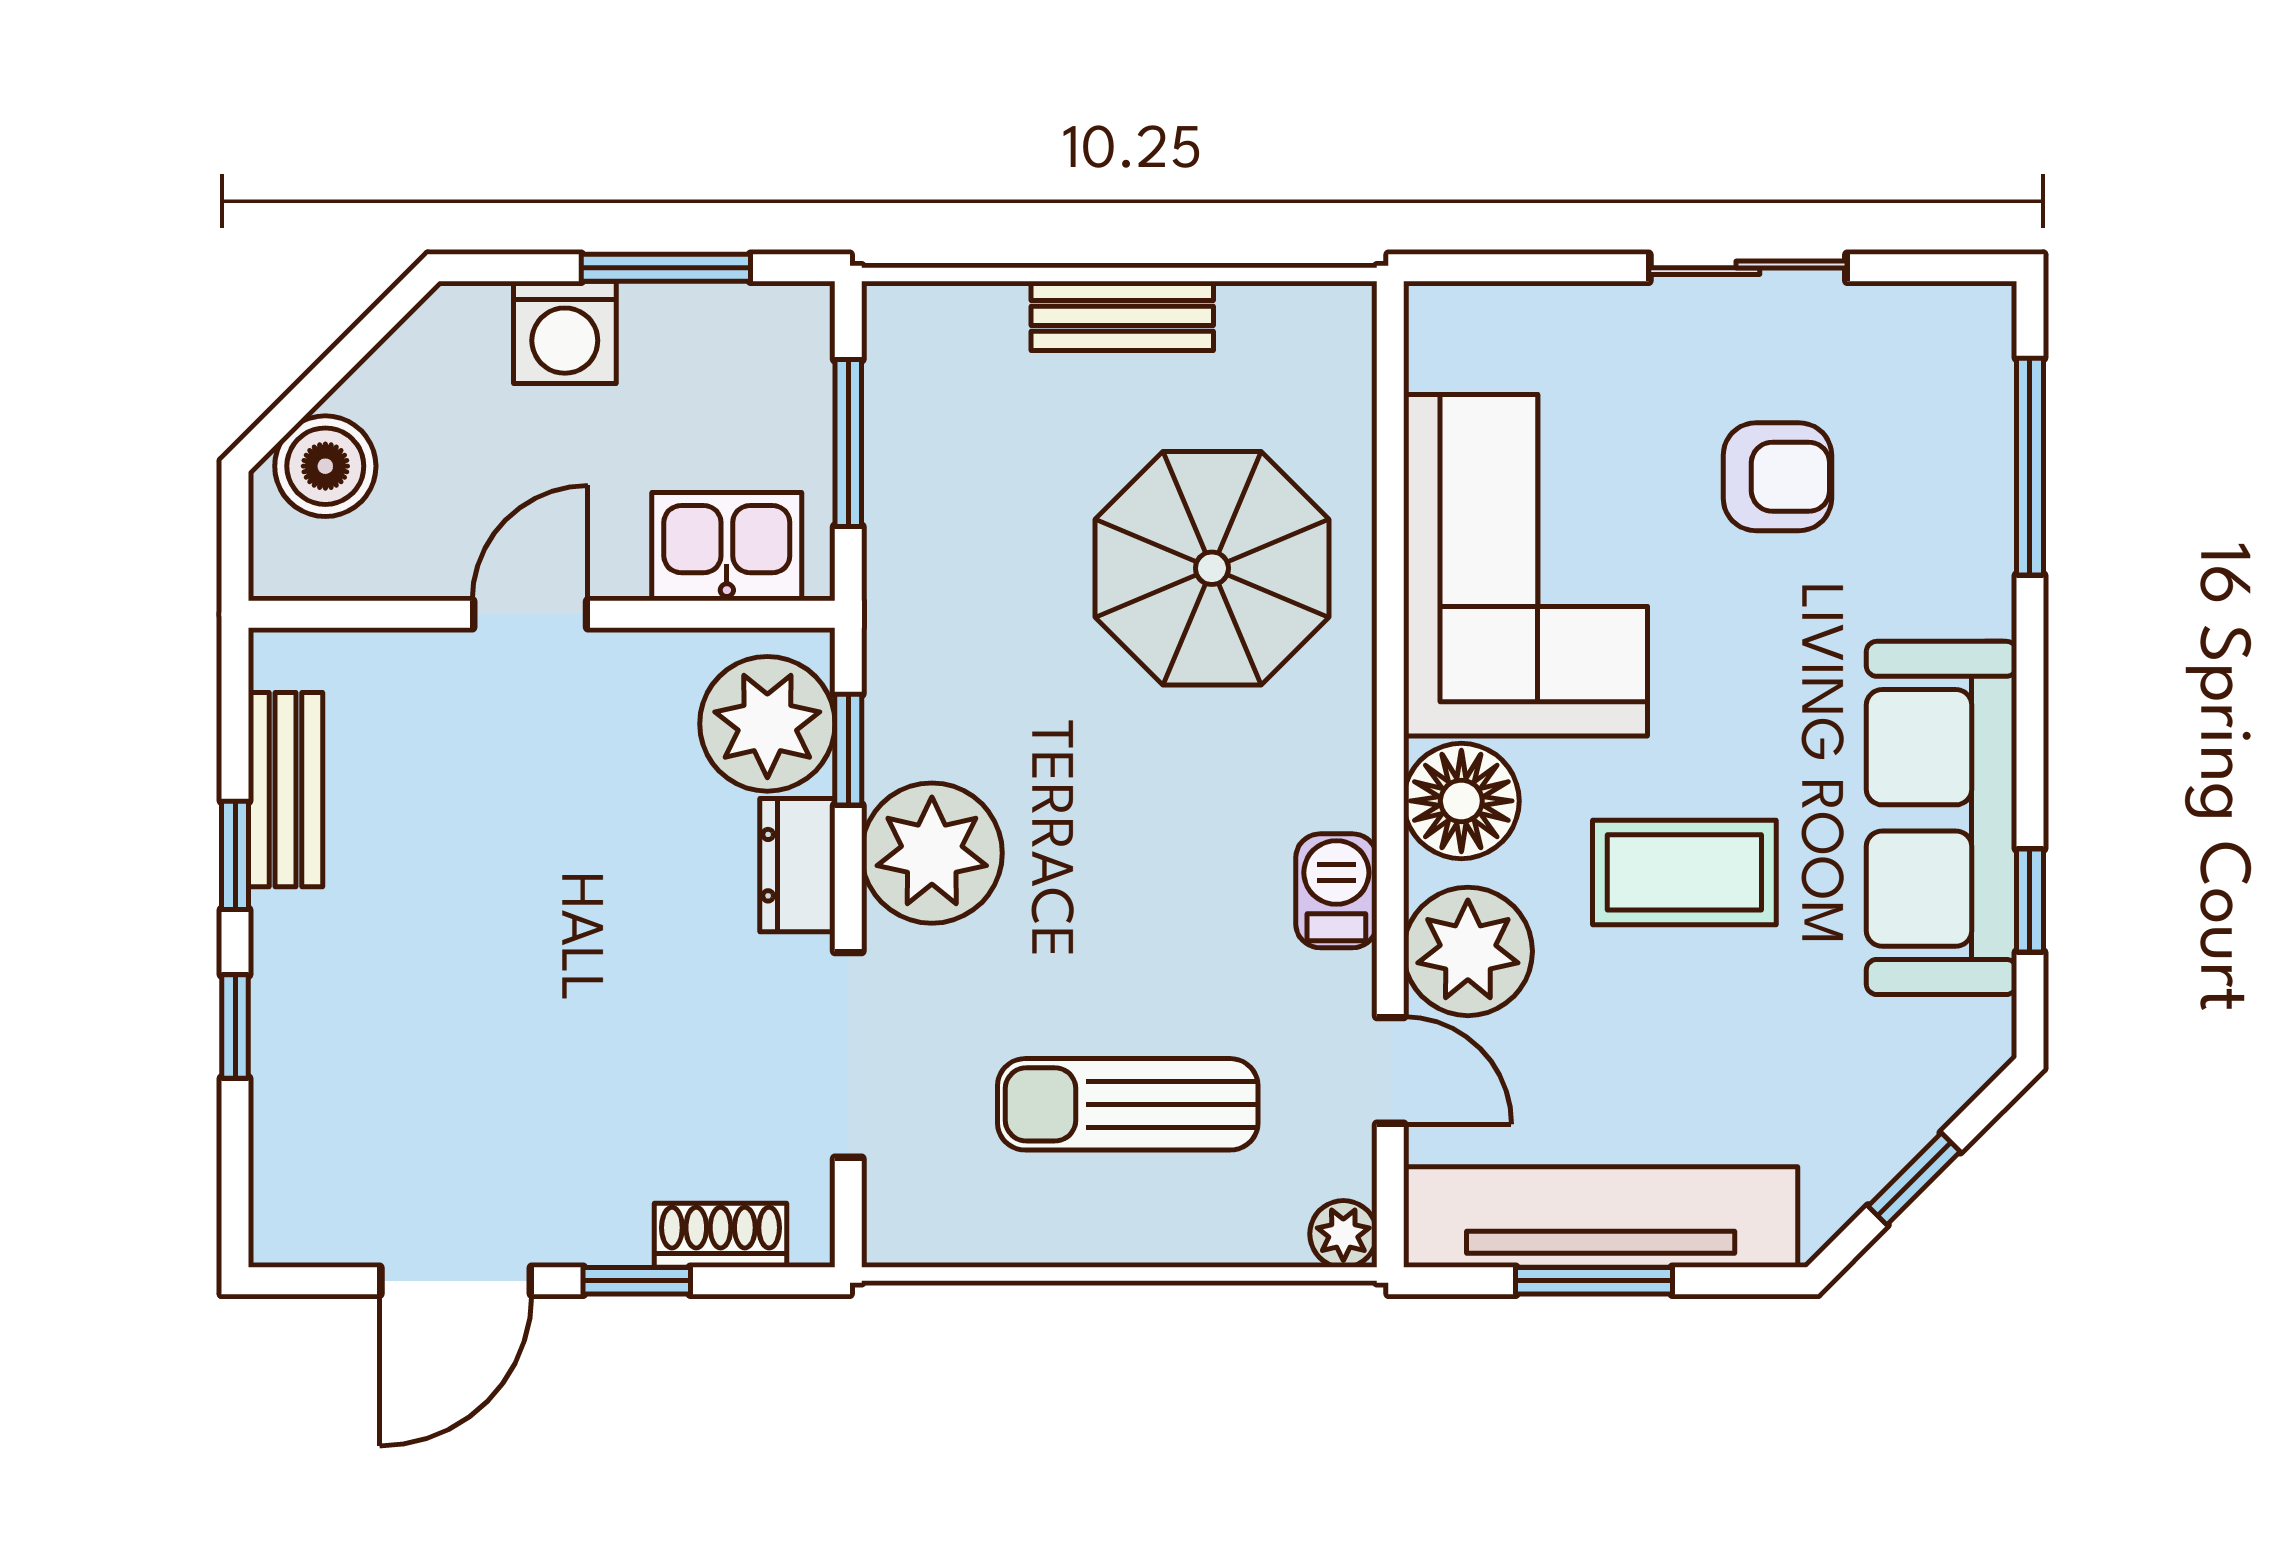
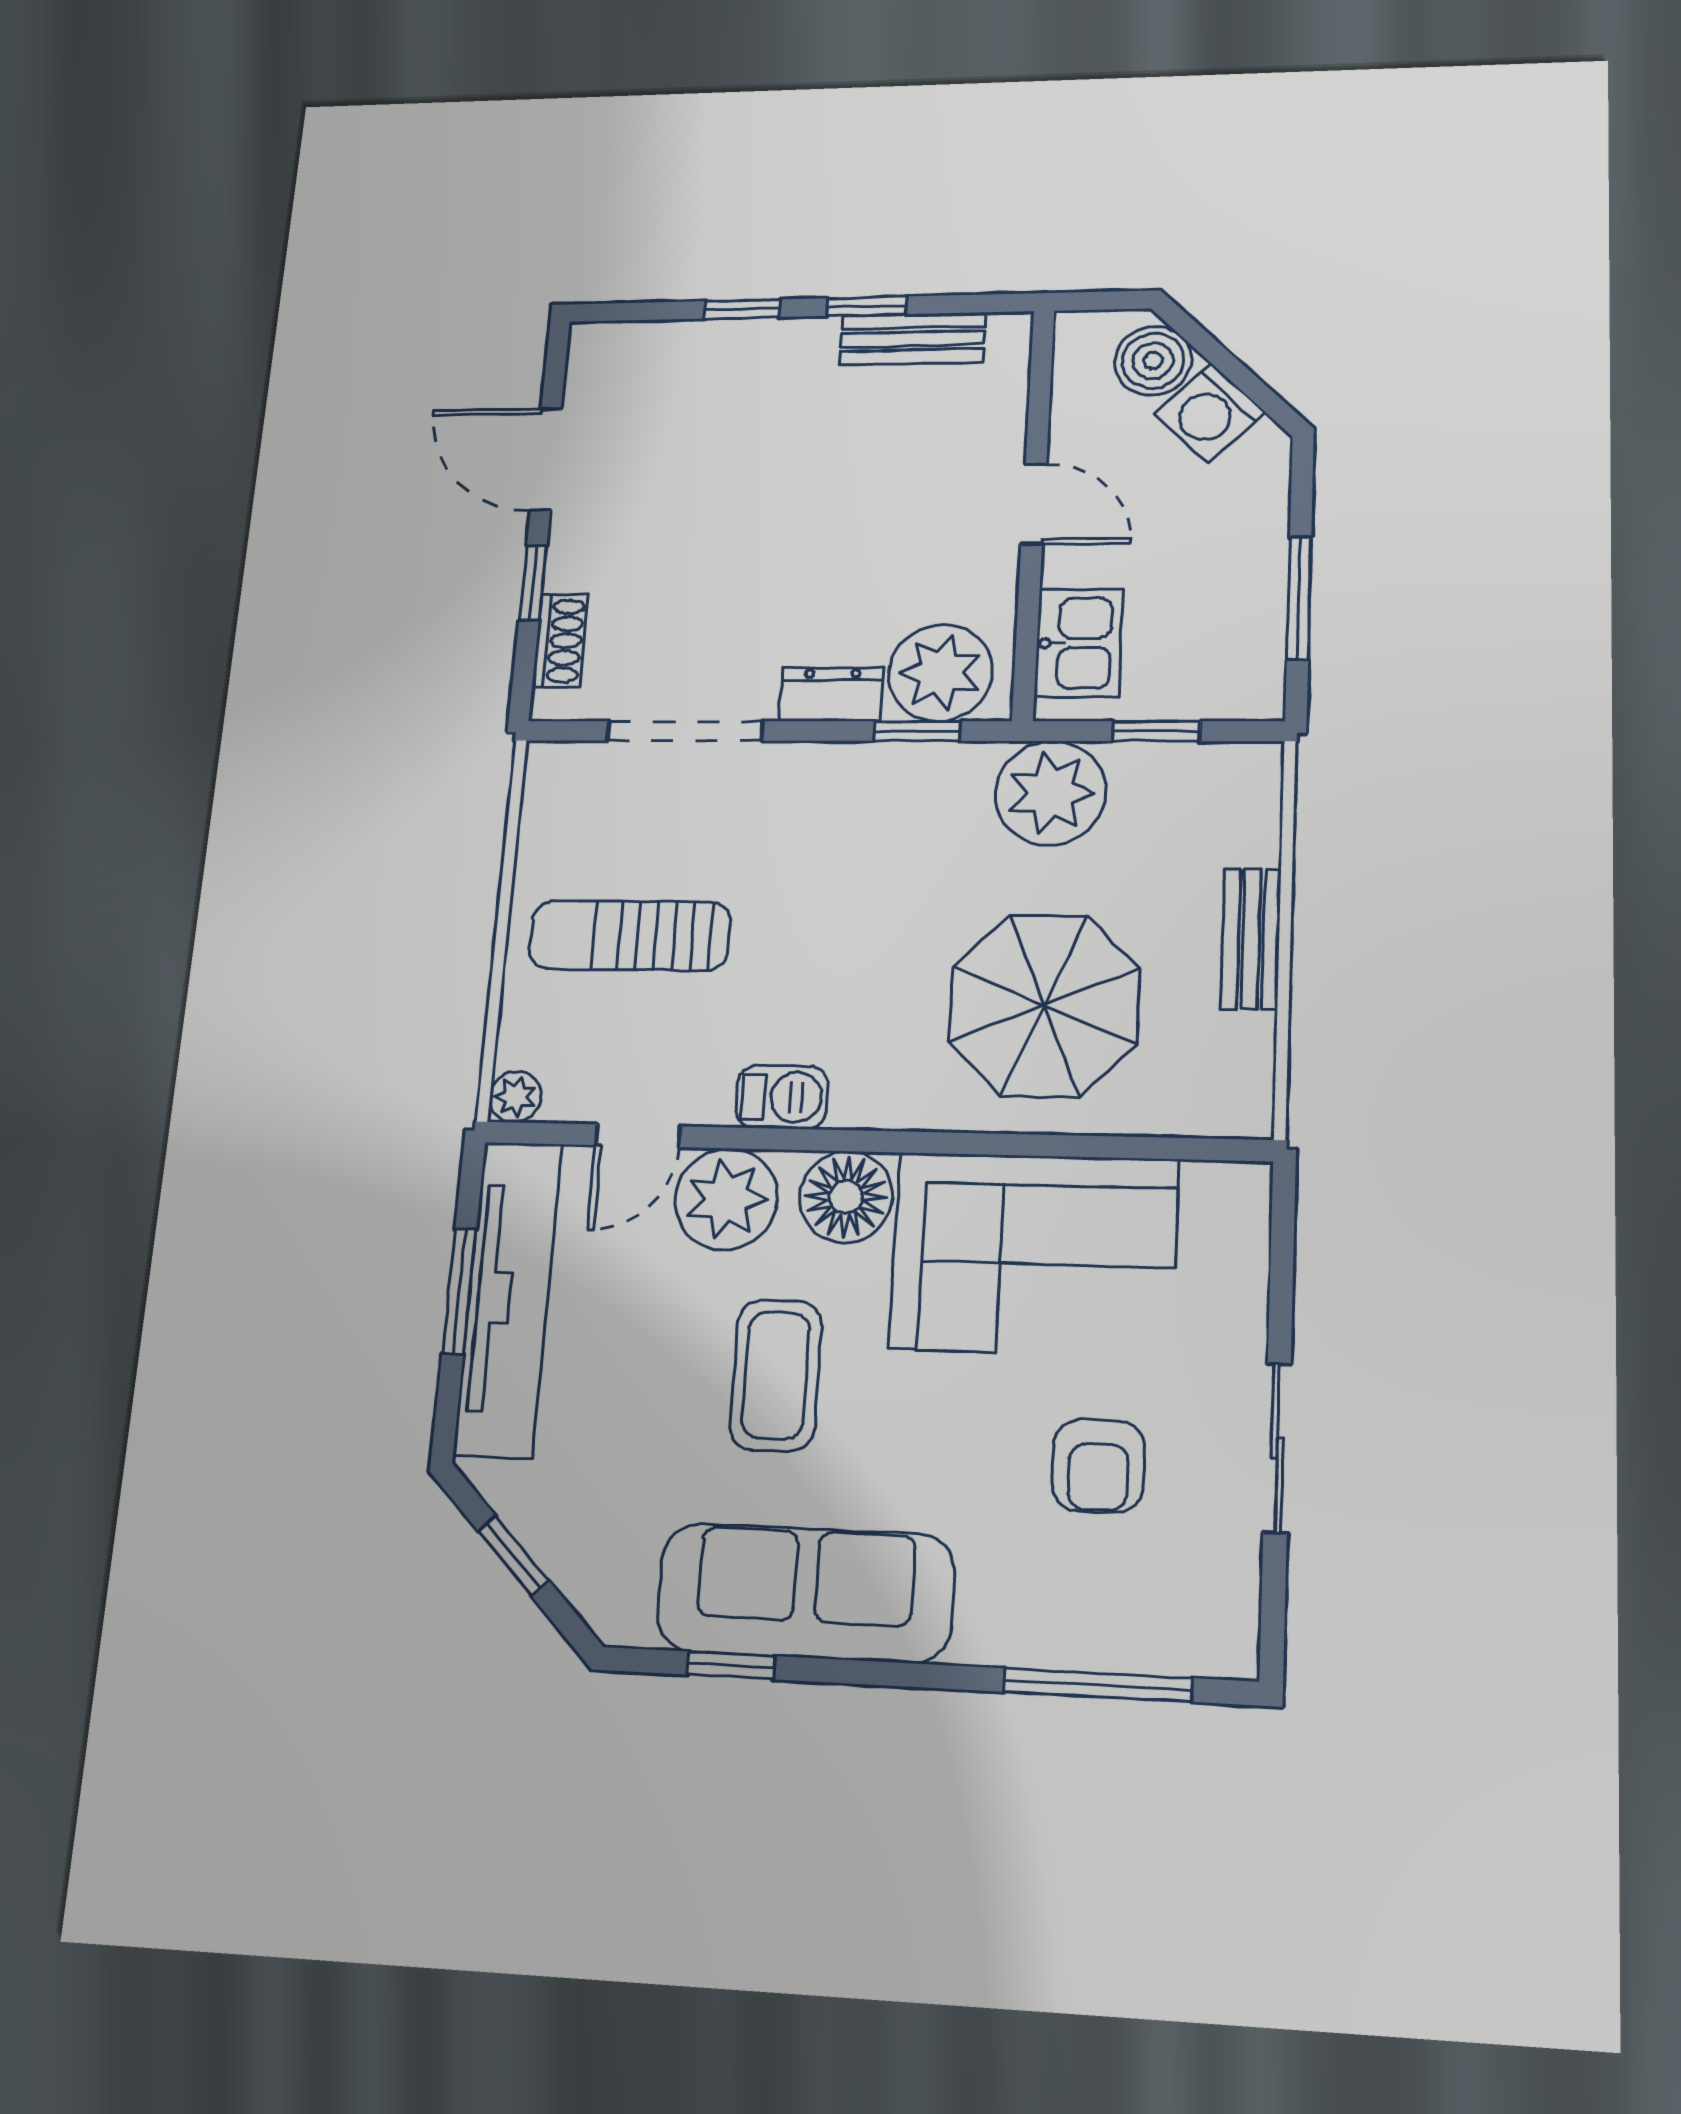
washing machine: (565, 332) -> (1210, 413), moved, turned -45
window: (848, 443) -> (1156, 731), width x0.67
plant: (932, 853) -> (1051, 793), moved
sun lounger: (1128, 1104) -> (630, 935), turned -90

